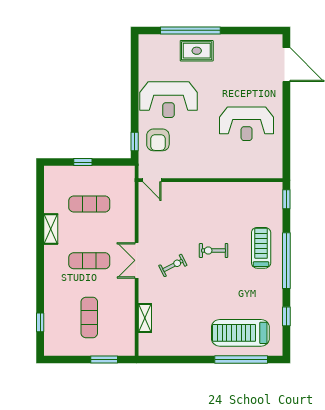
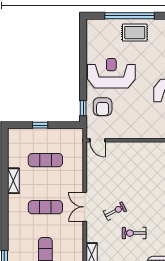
reception desk: (168, 100) -> (111, 73), turned 180
exercise bike: (214, 251) -> (134, 233), moved

